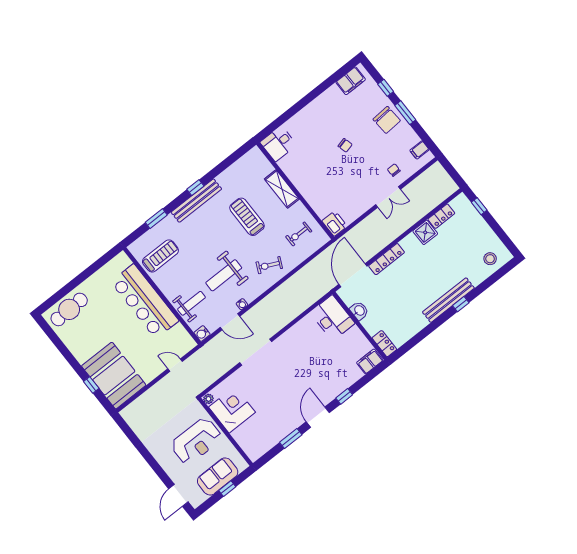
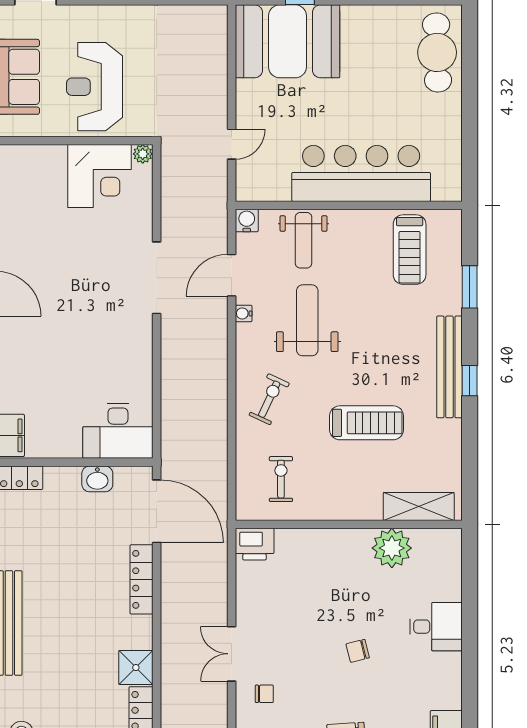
desk: (278, 144) -> (436, 627), moved, turned 90
plant: (291, 165) -> (392, 548), added
shelving: (282, 189) -> (419, 507), moved

